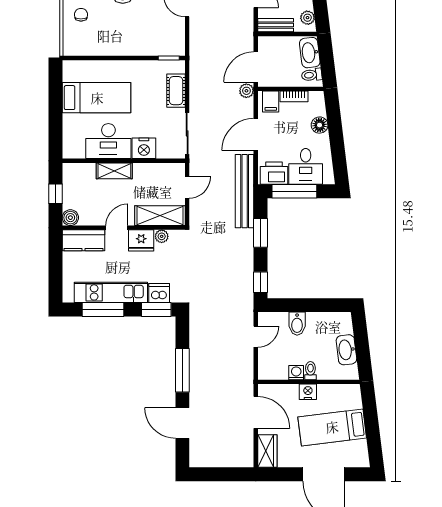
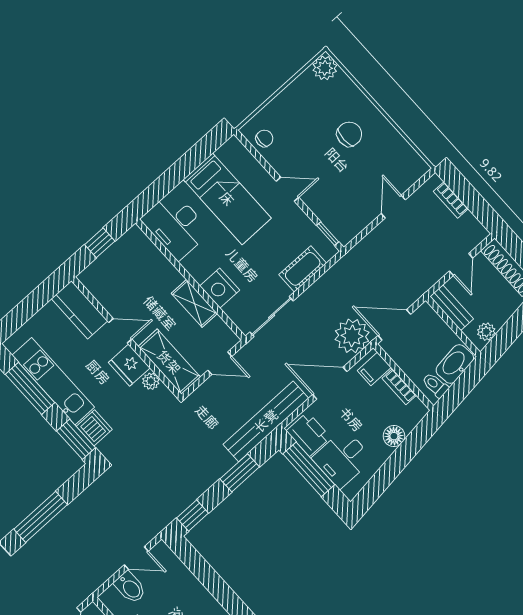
chair: (81, 15) -> (264, 138), moved
door: (122, 58) -> (288, 189), added
plant: (246, 91) -> (352, 336), width x1.87, depth x1.87
desk: (108, 141) -> (176, 225), moved
shelving: (114, 171) -> (194, 303), moved
boiler: (70, 218) -> (90, 278), removed
bidet: (297, 324) -> (130, 587), moved, turned -90

